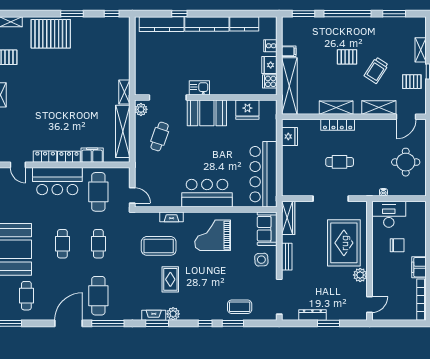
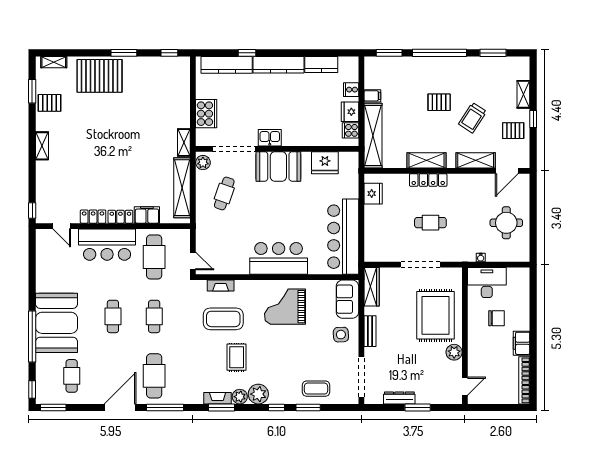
cooker: (144, 67) -> (206, 114), added
fireplace: (171, 217) -> (221, 286), moved
plant: (189, 312) -> (258, 394), added

